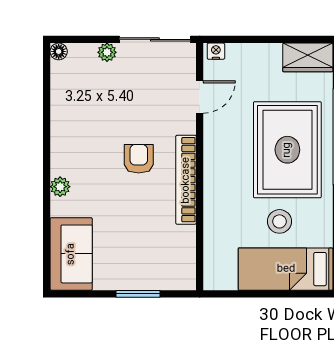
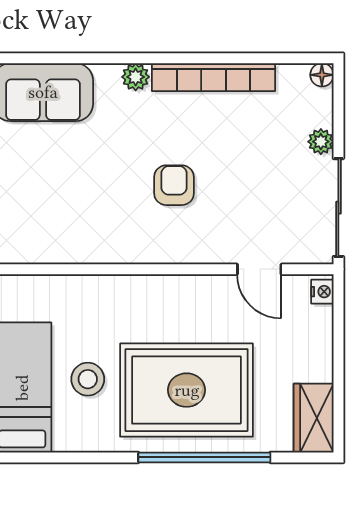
armchair: (139, 159) -> (174, 185), turned -90
bookcase: (186, 180) -> (214, 77), moved, turned 180

